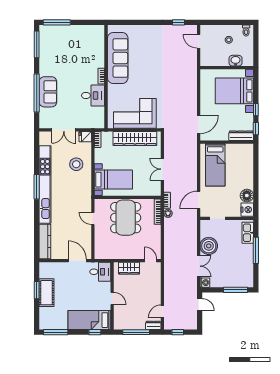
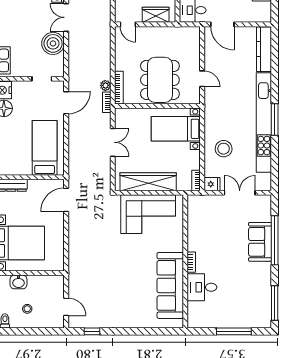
window: (57, 22) -> (234, 331), moved
desk: (93, 95) -> (202, 287), moved

